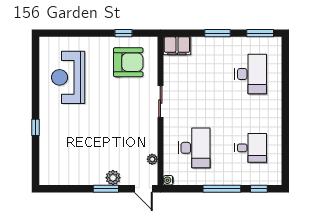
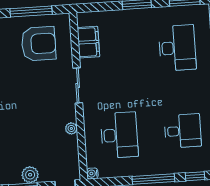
window: (123, 33) -> (31, 11), width x2.17
filing cabinet: (177, 46) -> (88, 42), moved, turned -90
plant: (152, 159) -> (71, 128), moved

